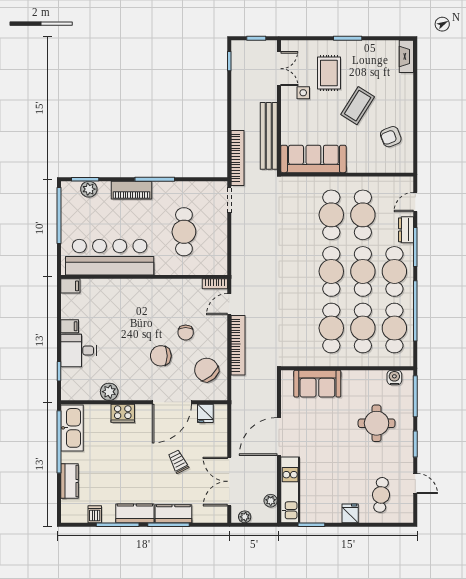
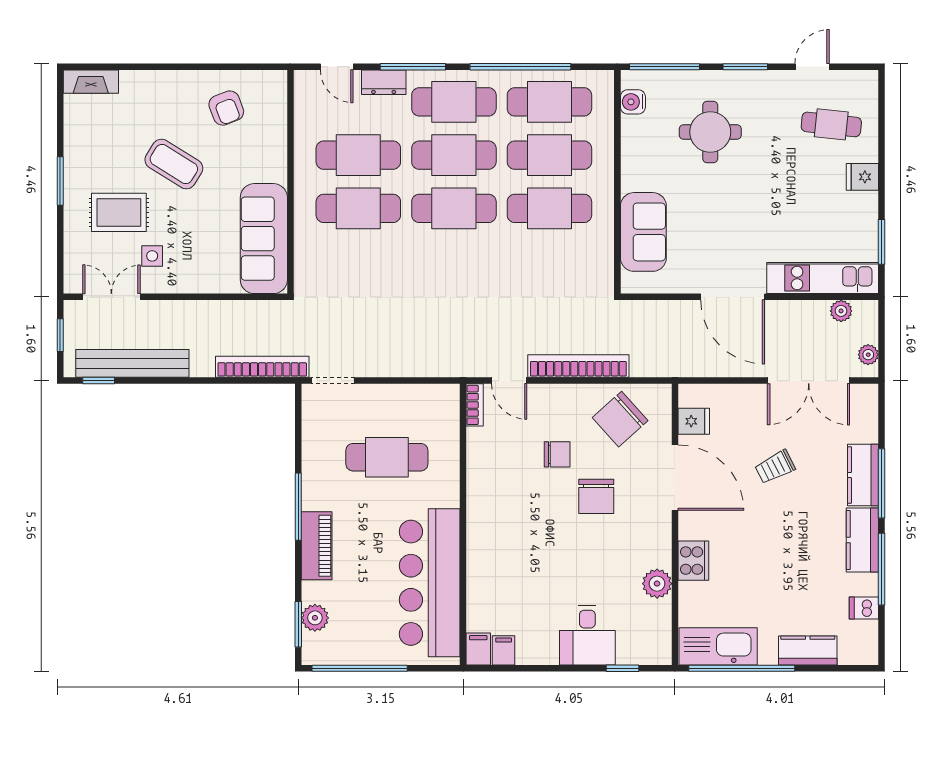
bench: (269, 136) -> (132, 363), moved
filing cabinet: (70, 326) -> (504, 650), moved

